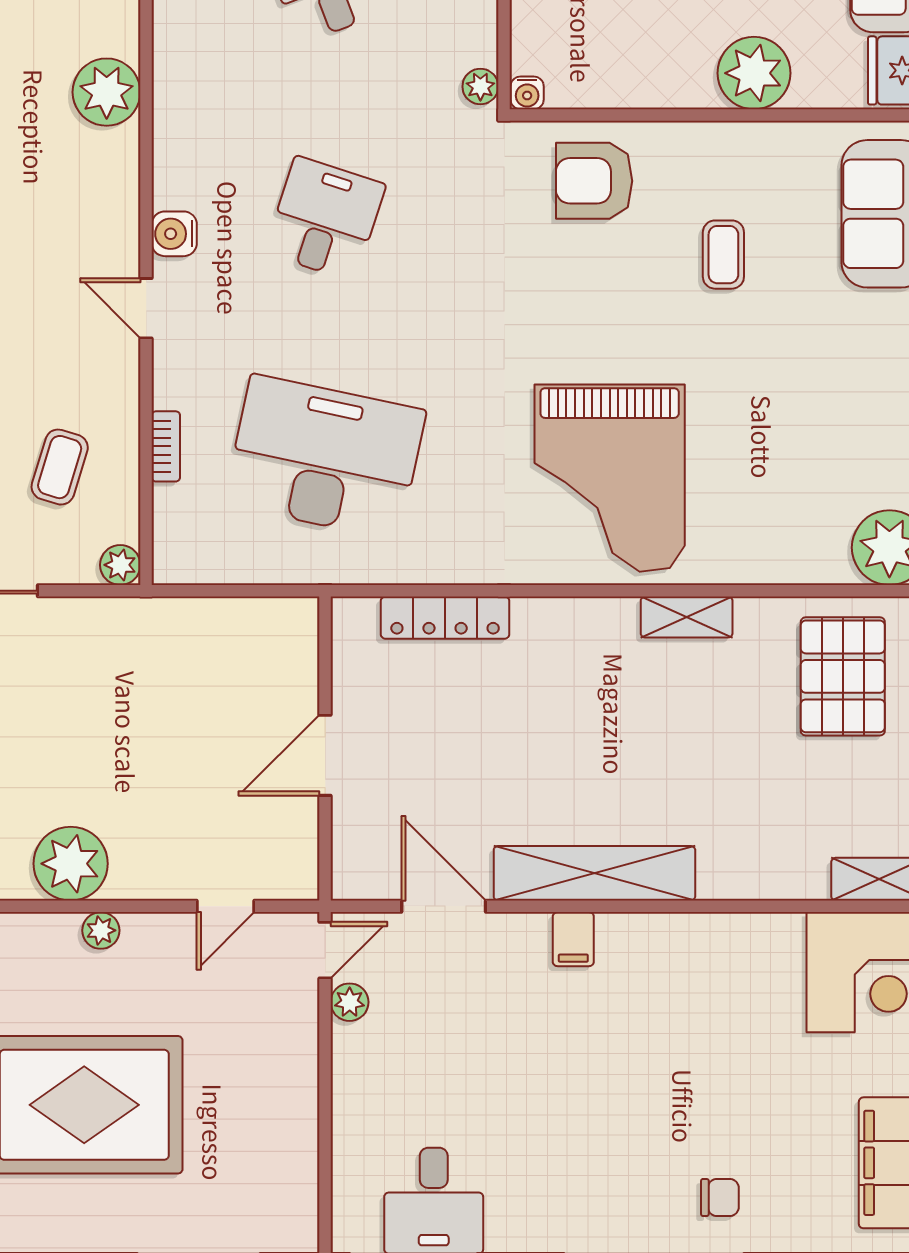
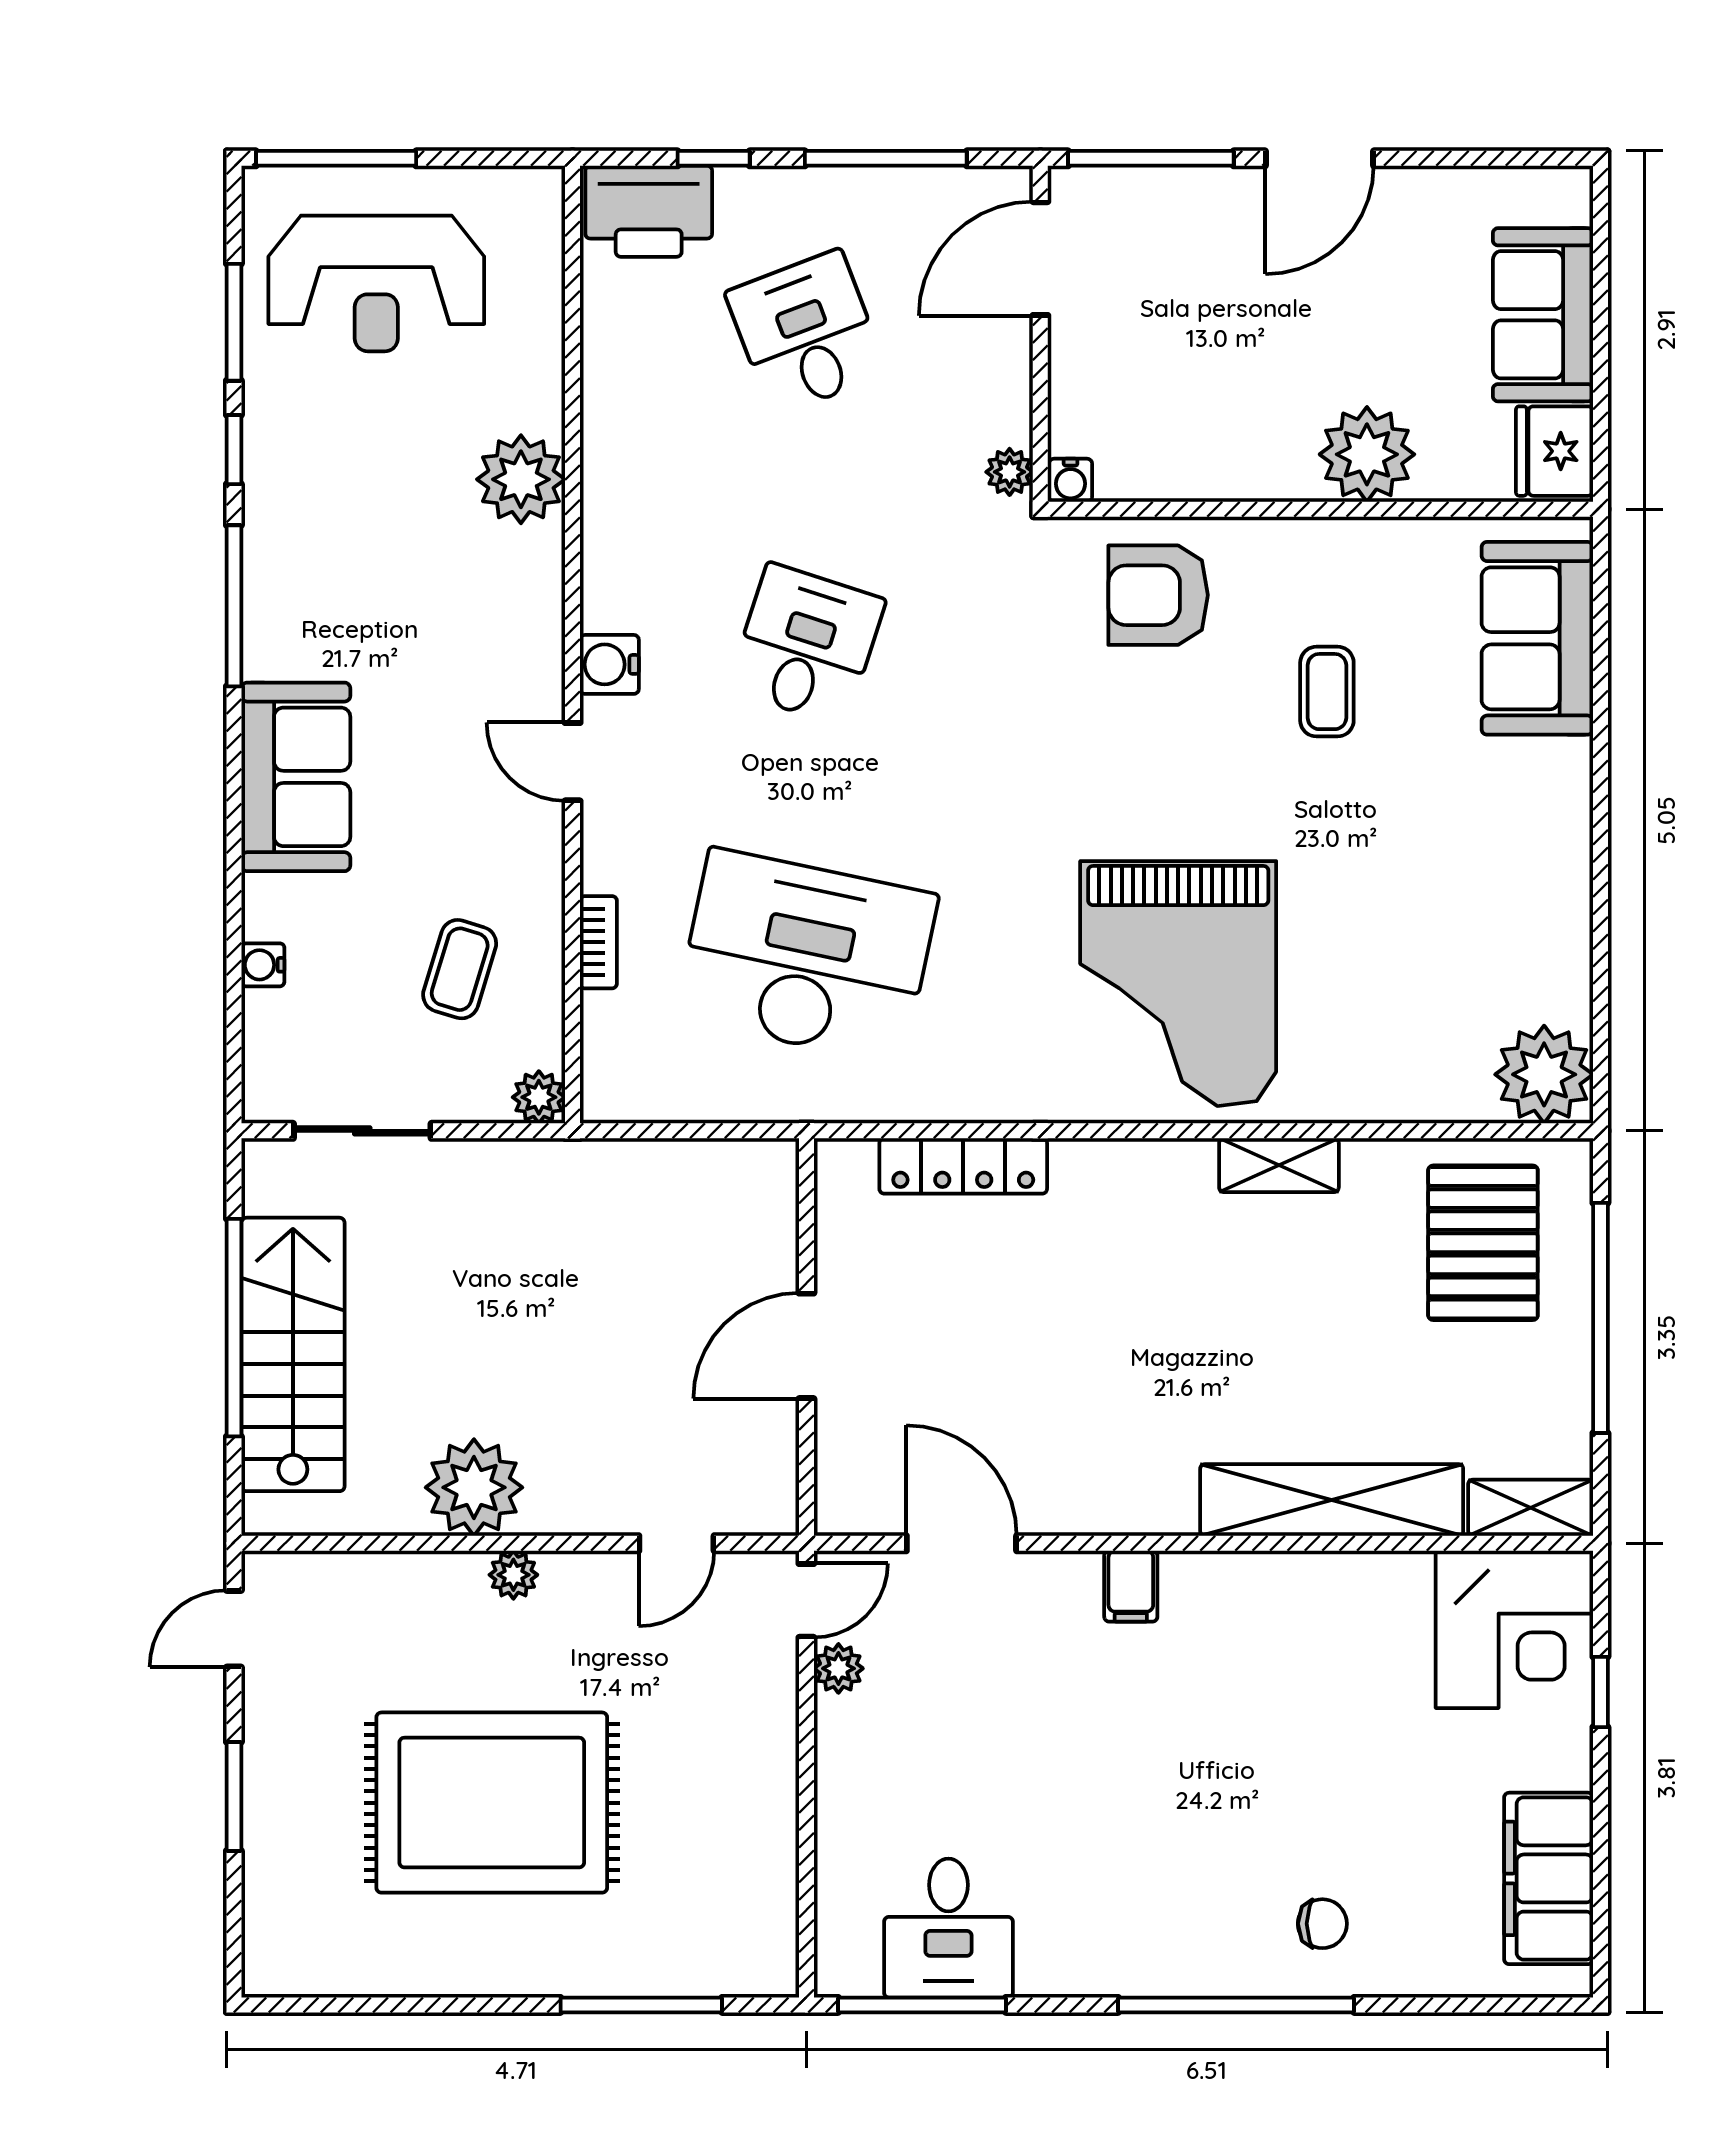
shelving: (594, 873) -> (1332, 1500), moved

